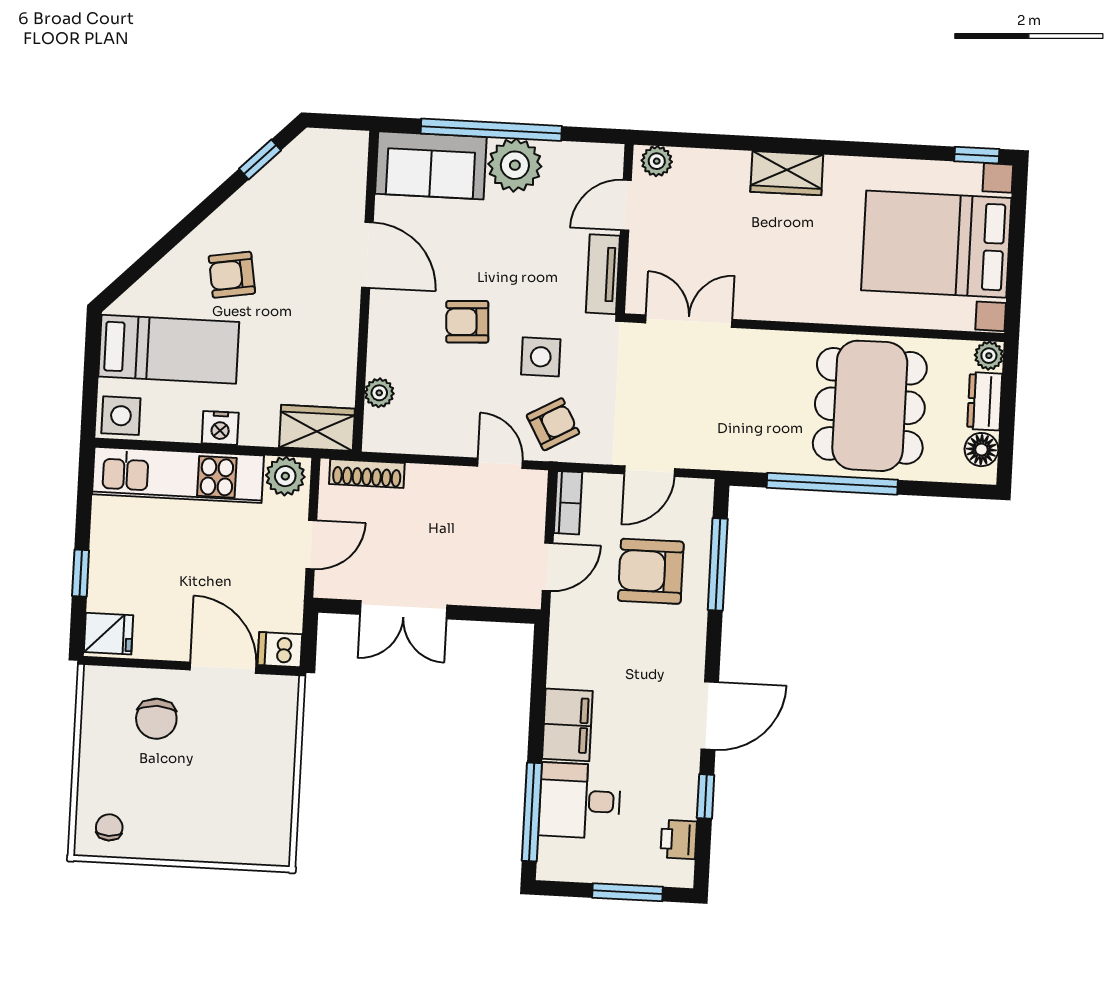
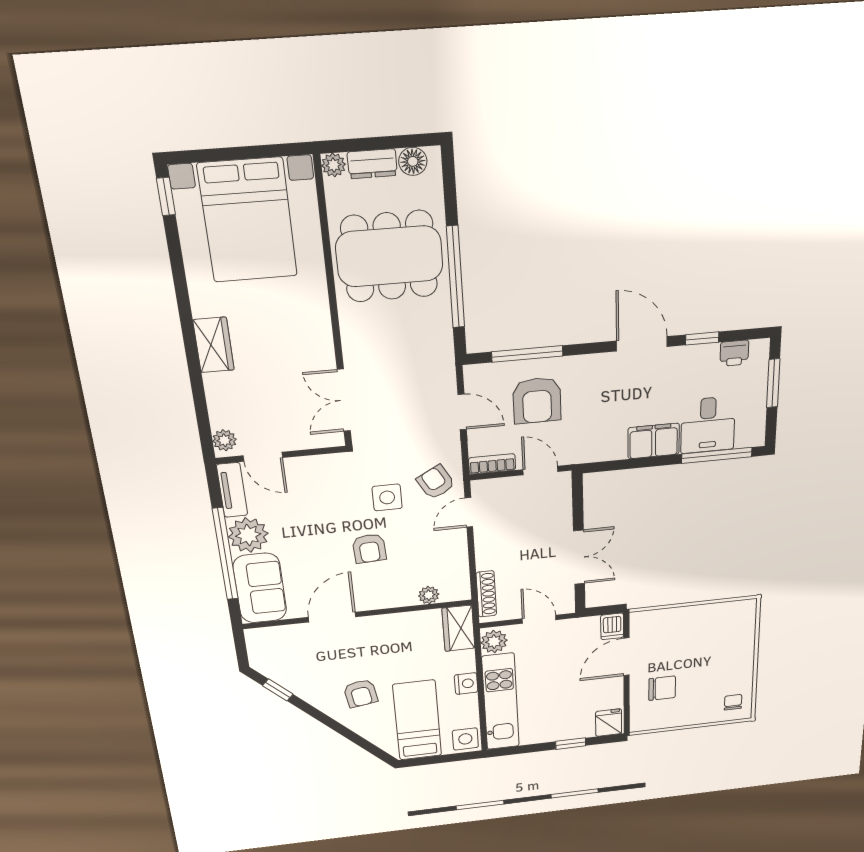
tv unit: (603, 274) -> (232, 490), moved, turned -90
chair: (109, 827) -> (733, 702), turned 90

